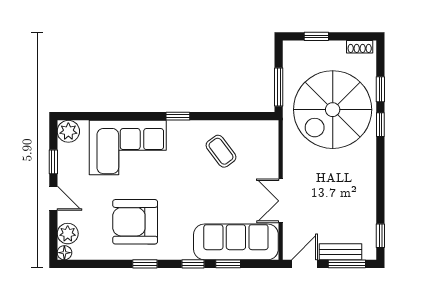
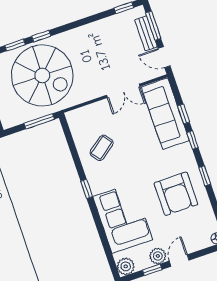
plant: (68, 234) -> (158, 256), moved

